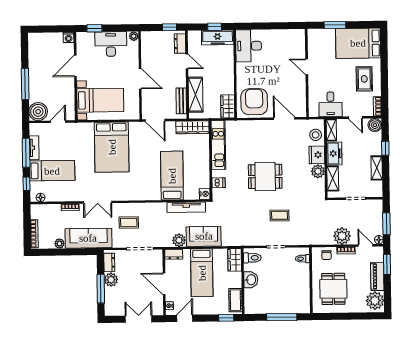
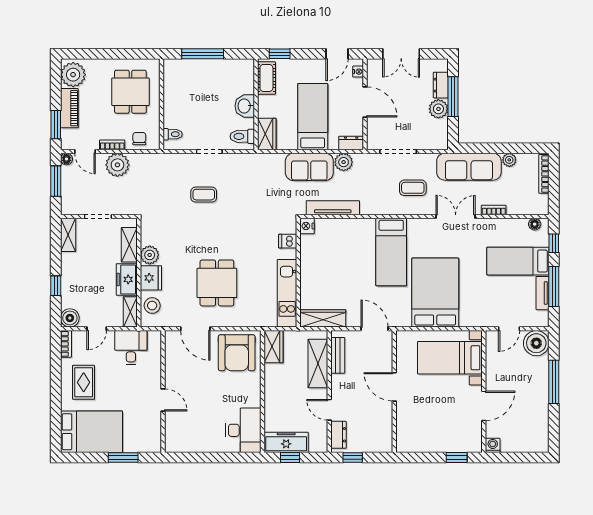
plant: (134, 36) -> (402, 446), removed
desk: (111, 44) -> (434, 436), removed
door: (355, 117) -> (97, 329), swing flipped
shelving: (377, 168) -> (68, 235), moved
bed: (172, 176) -> (391, 252), moved
dining table: (265, 176) -> (217, 283), moved, turned 90
dresser: (109, 262) -> (441, 85), moved

